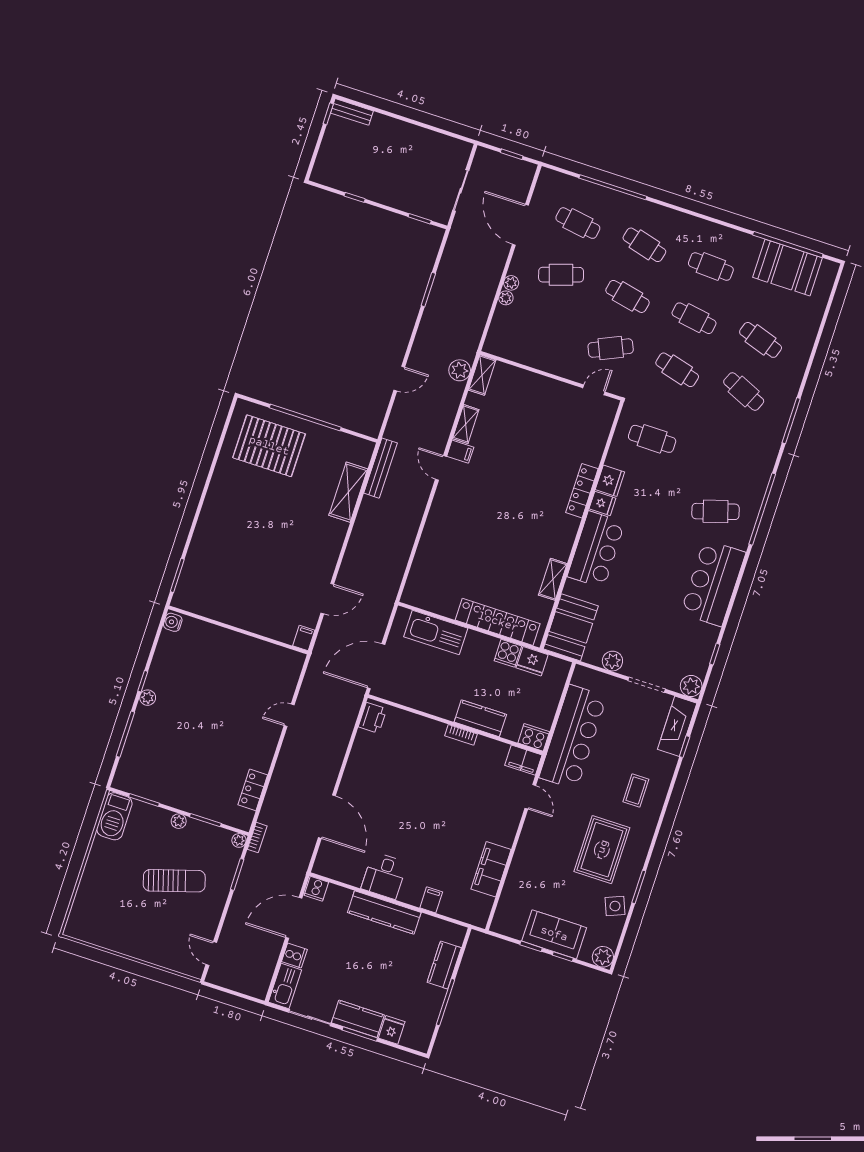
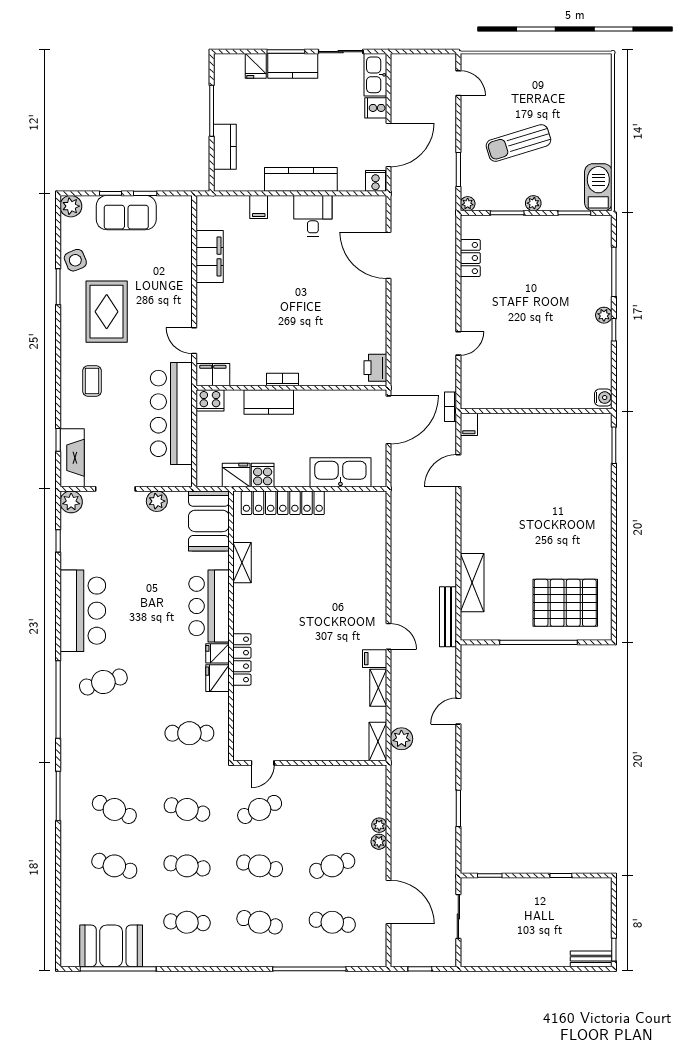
bookcase: (257, 838) -> (451, 407), moved

